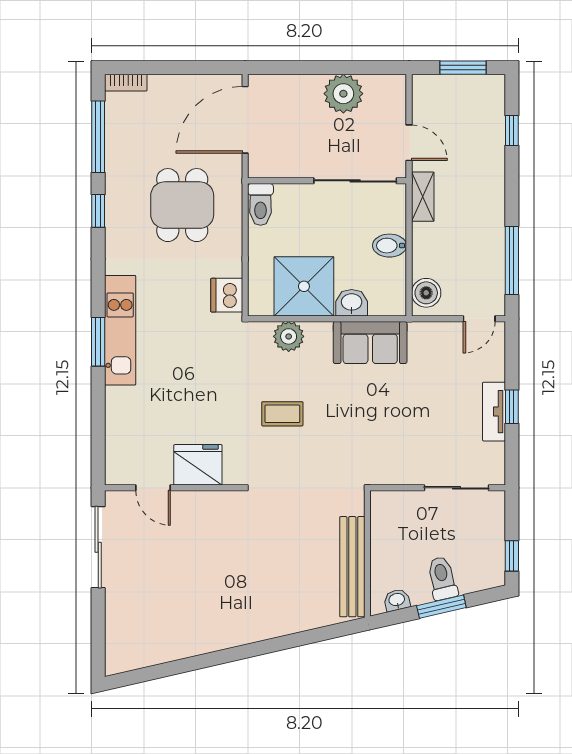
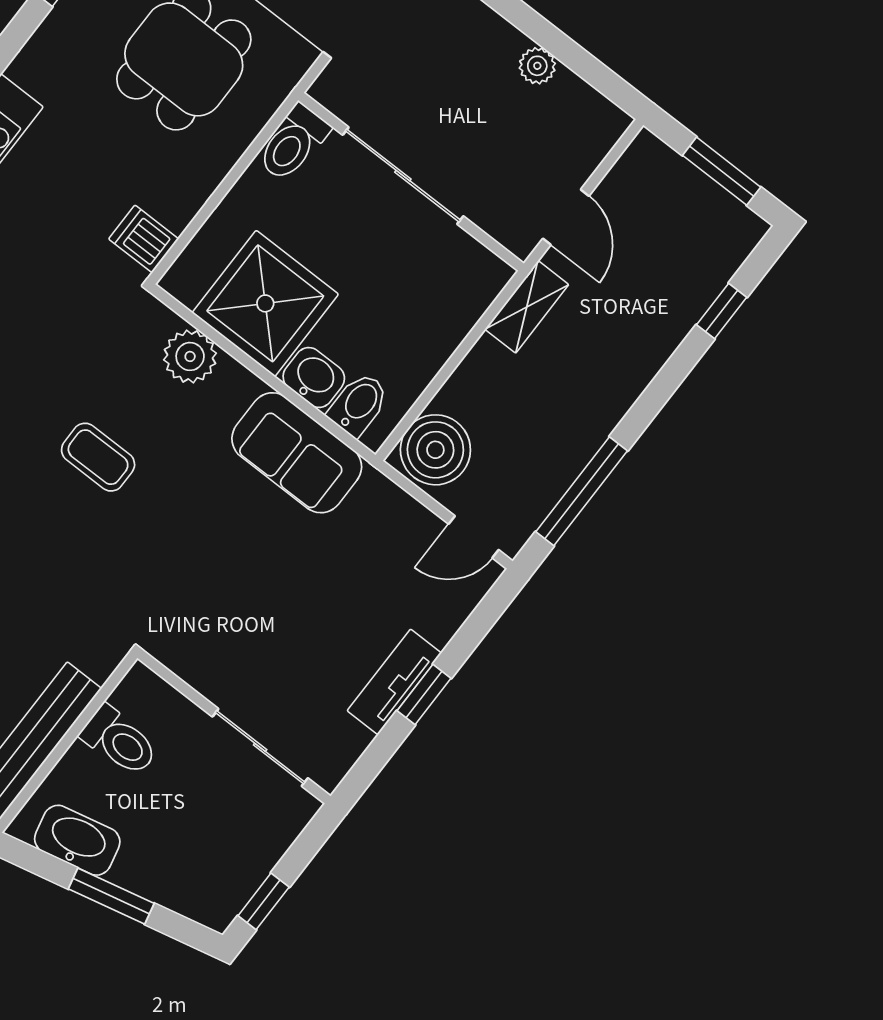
plant: (343, 94) -> (537, 66), width x0.53, depth x0.53
sliding door: (355, 181) -> (403, 176), moved
bidet: (390, 246) -> (359, 404), moved, turned 90
boiler: (426, 293) -> (435, 450), width x1.37, depth x1.37
dishwasher: (227, 295) -> (144, 239), width x0.73
toilet: (442, 578) -> (119, 741), moved, turned 103
washbasin: (397, 600) -> (77, 840), width x1.91, depth x1.45

